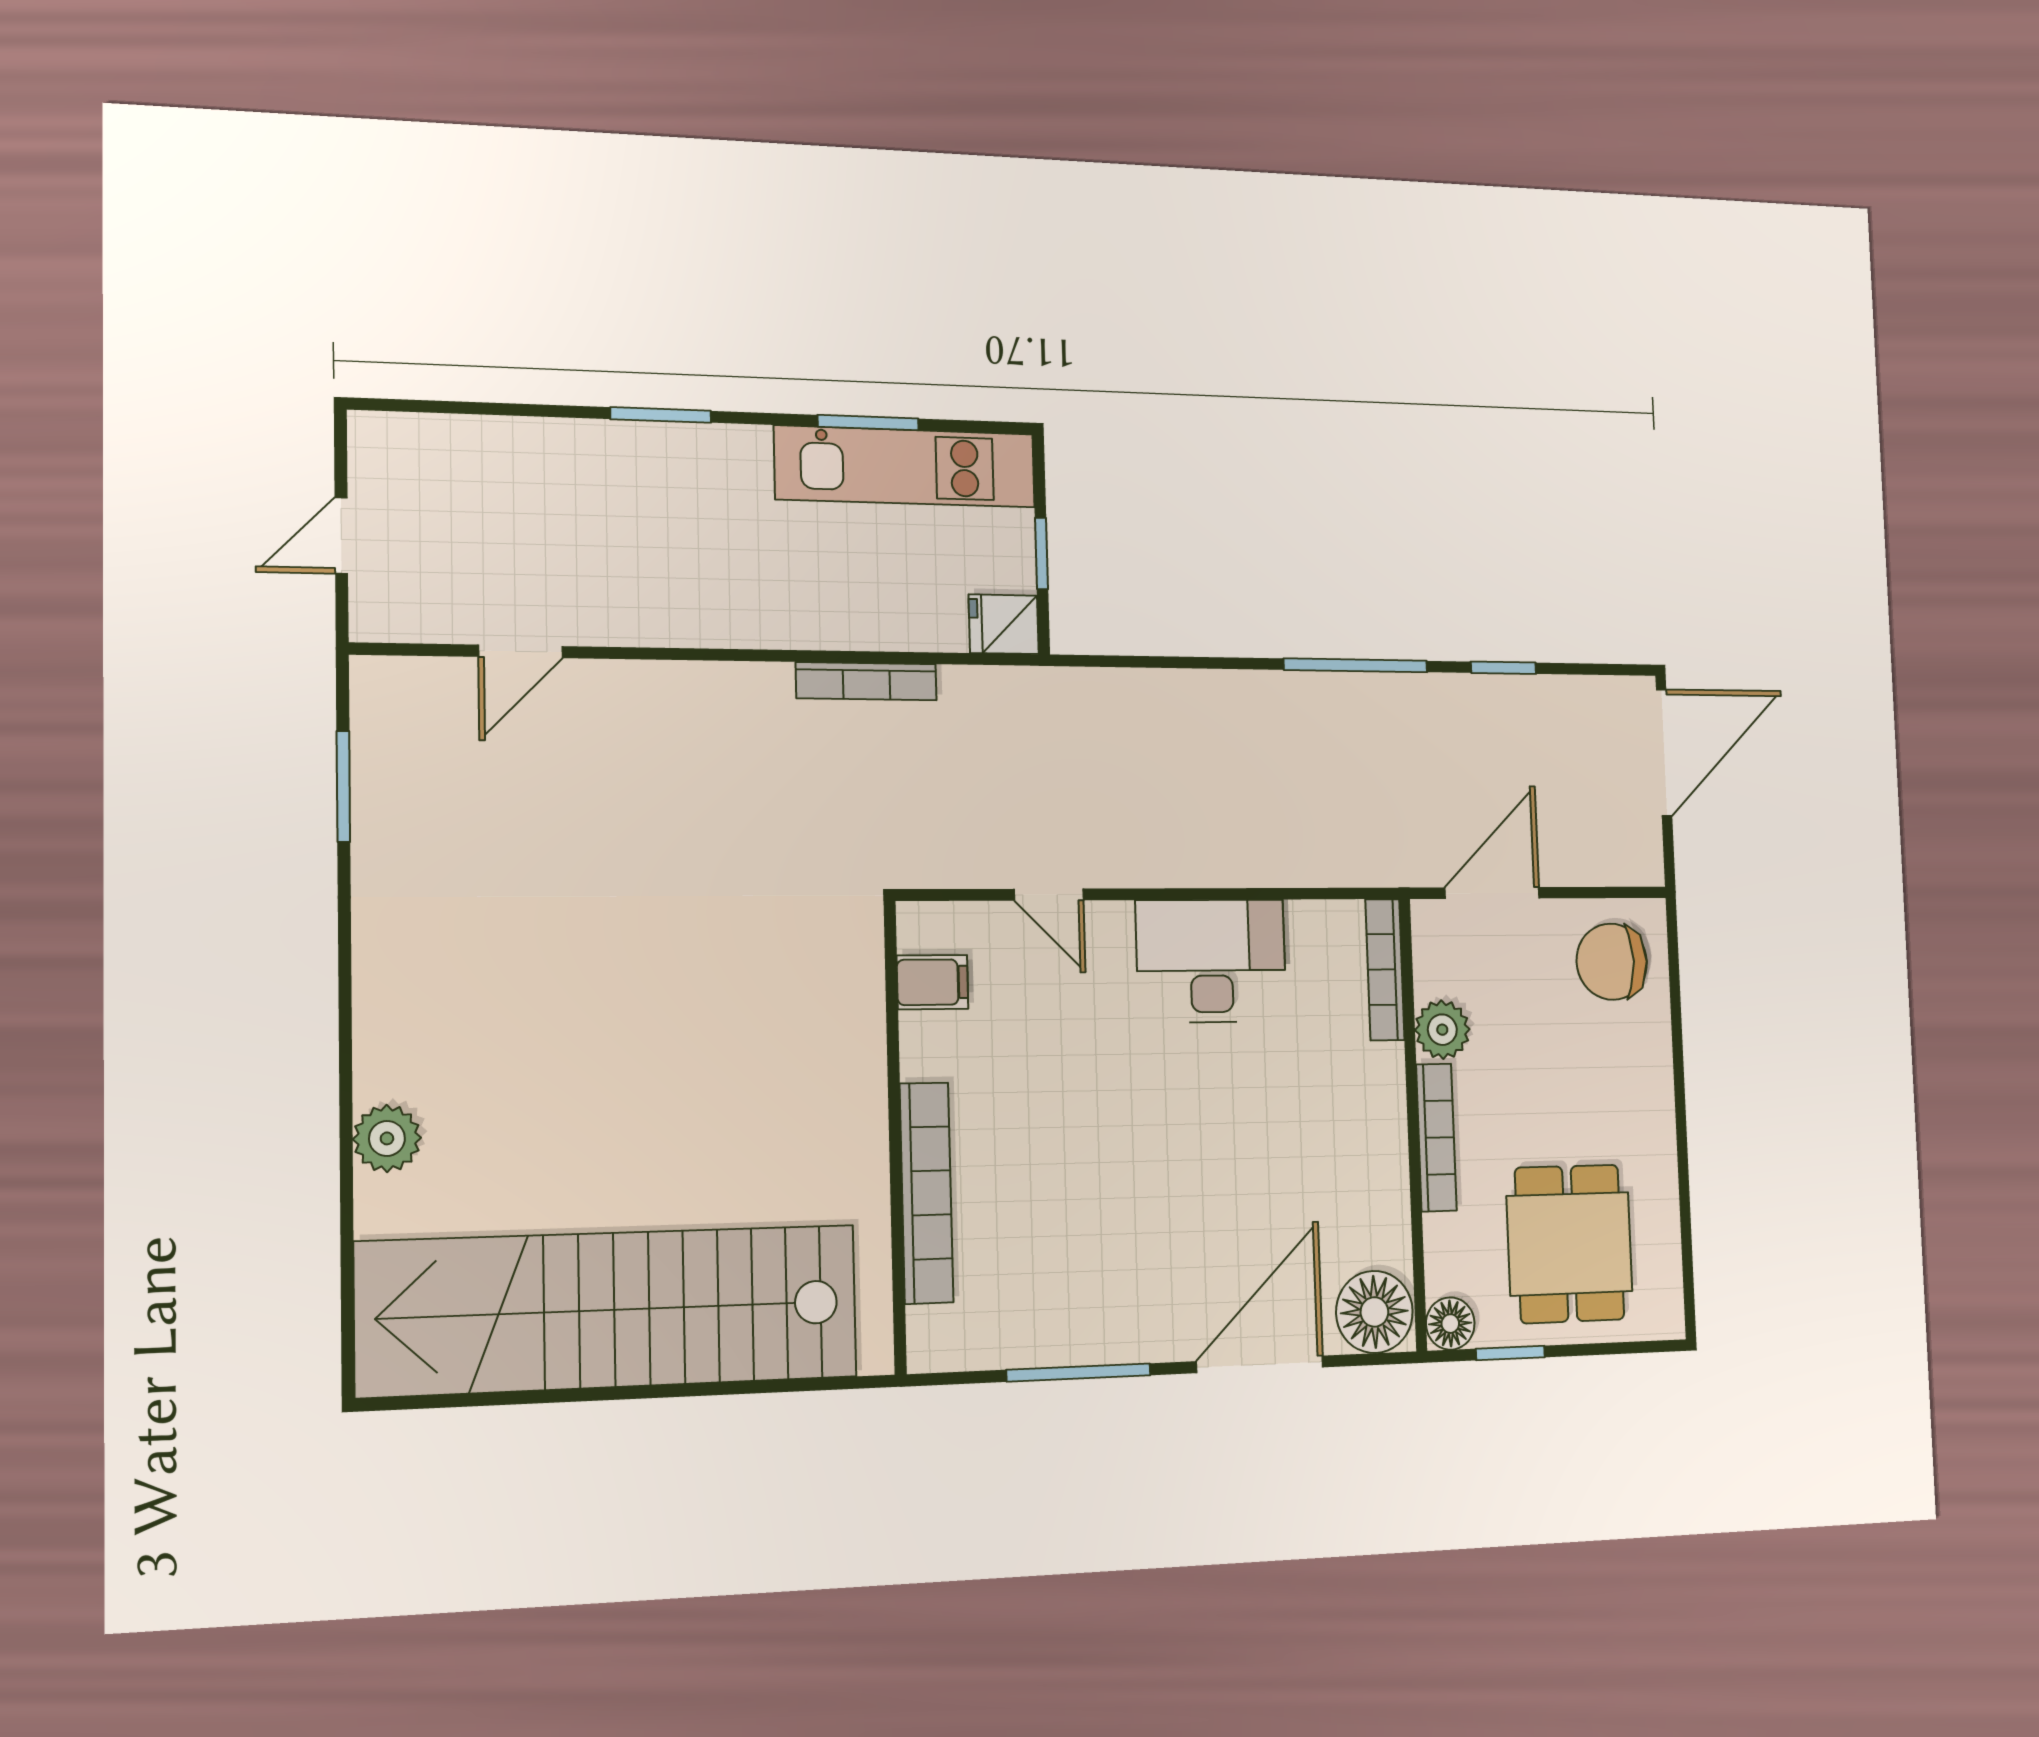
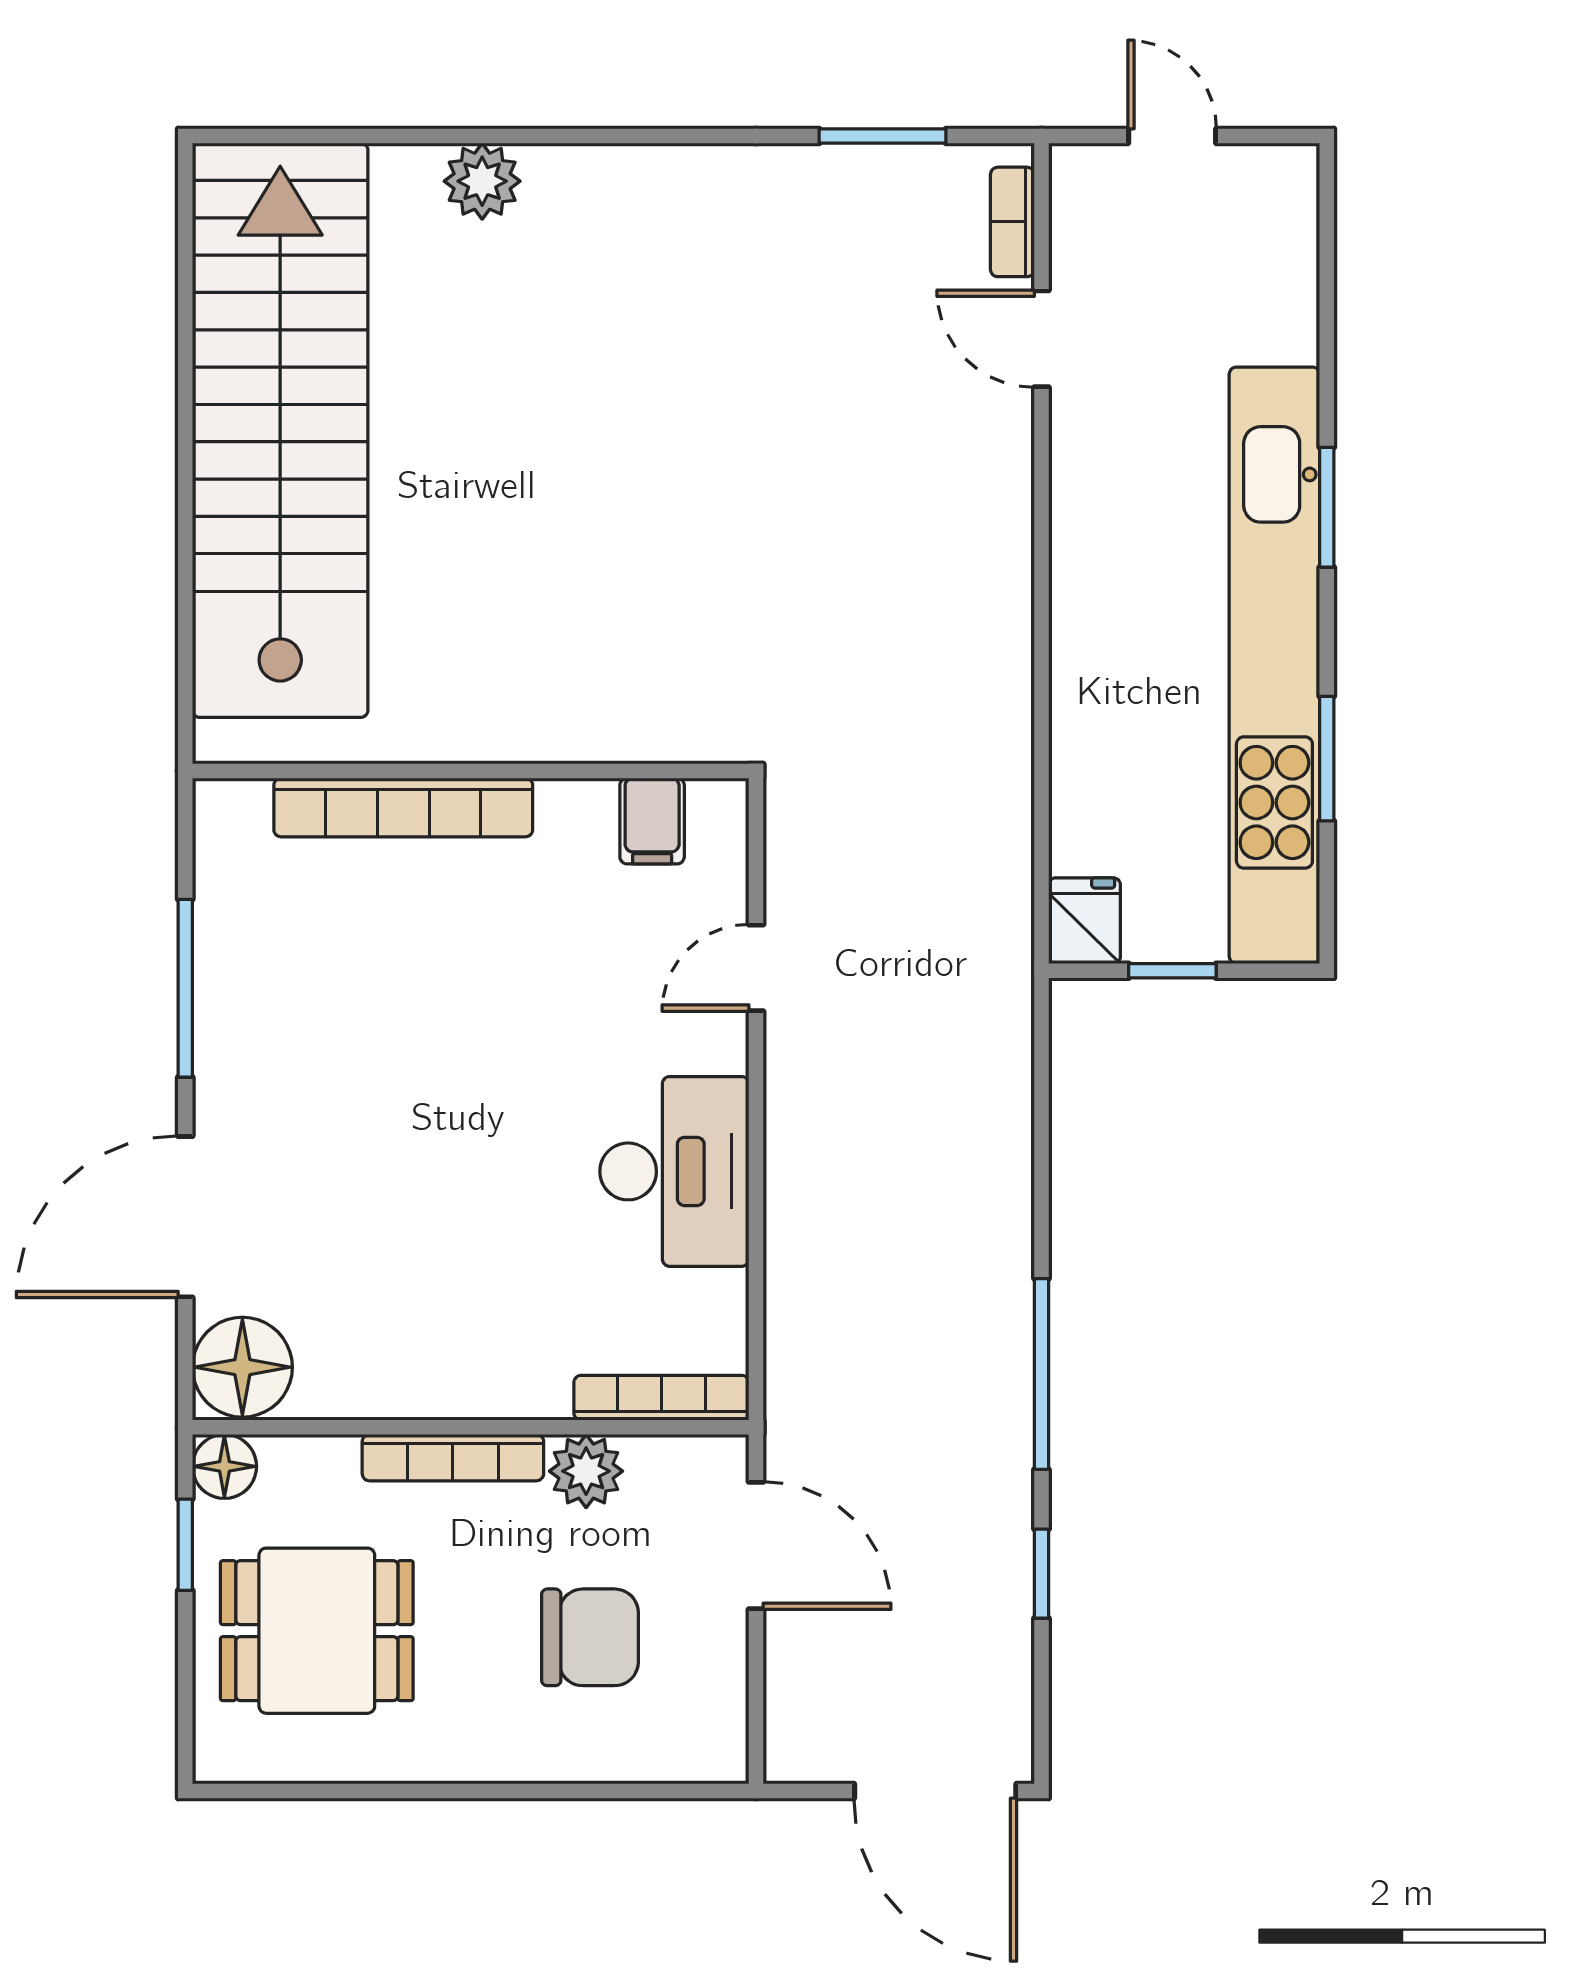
kitchen unit: (905, 467) -> (1274, 665), width x1.86
bookcase: (866, 681) -> (1012, 222), moved, width x0.64
chair: (1612, 962) -> (590, 1637), moved, turned 90
door: (1260, 1364) -> (185, 1217), swing flipped

